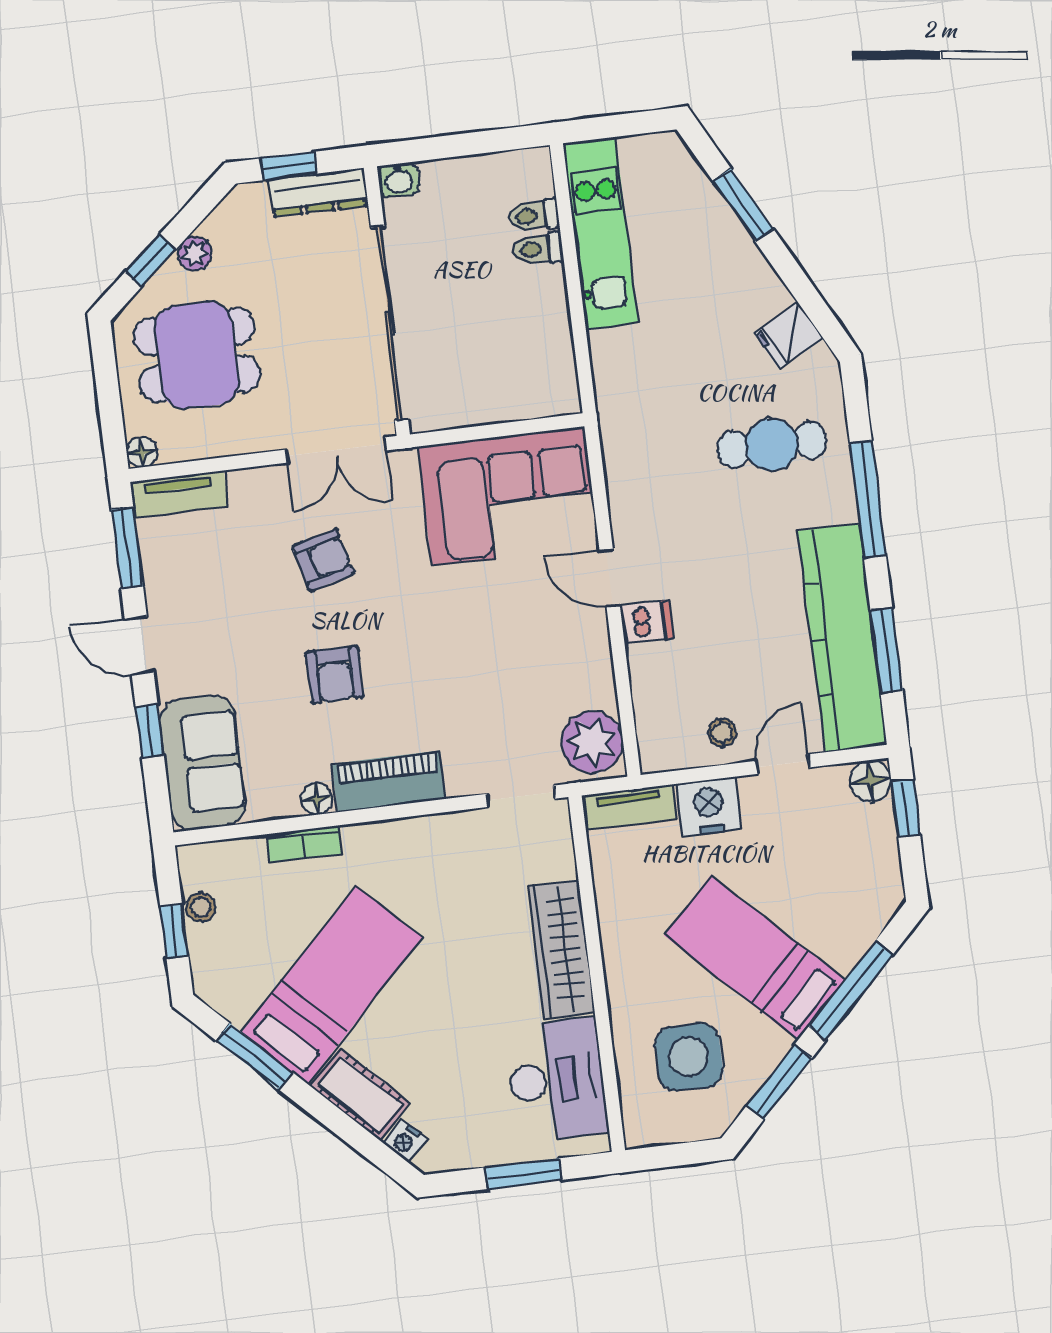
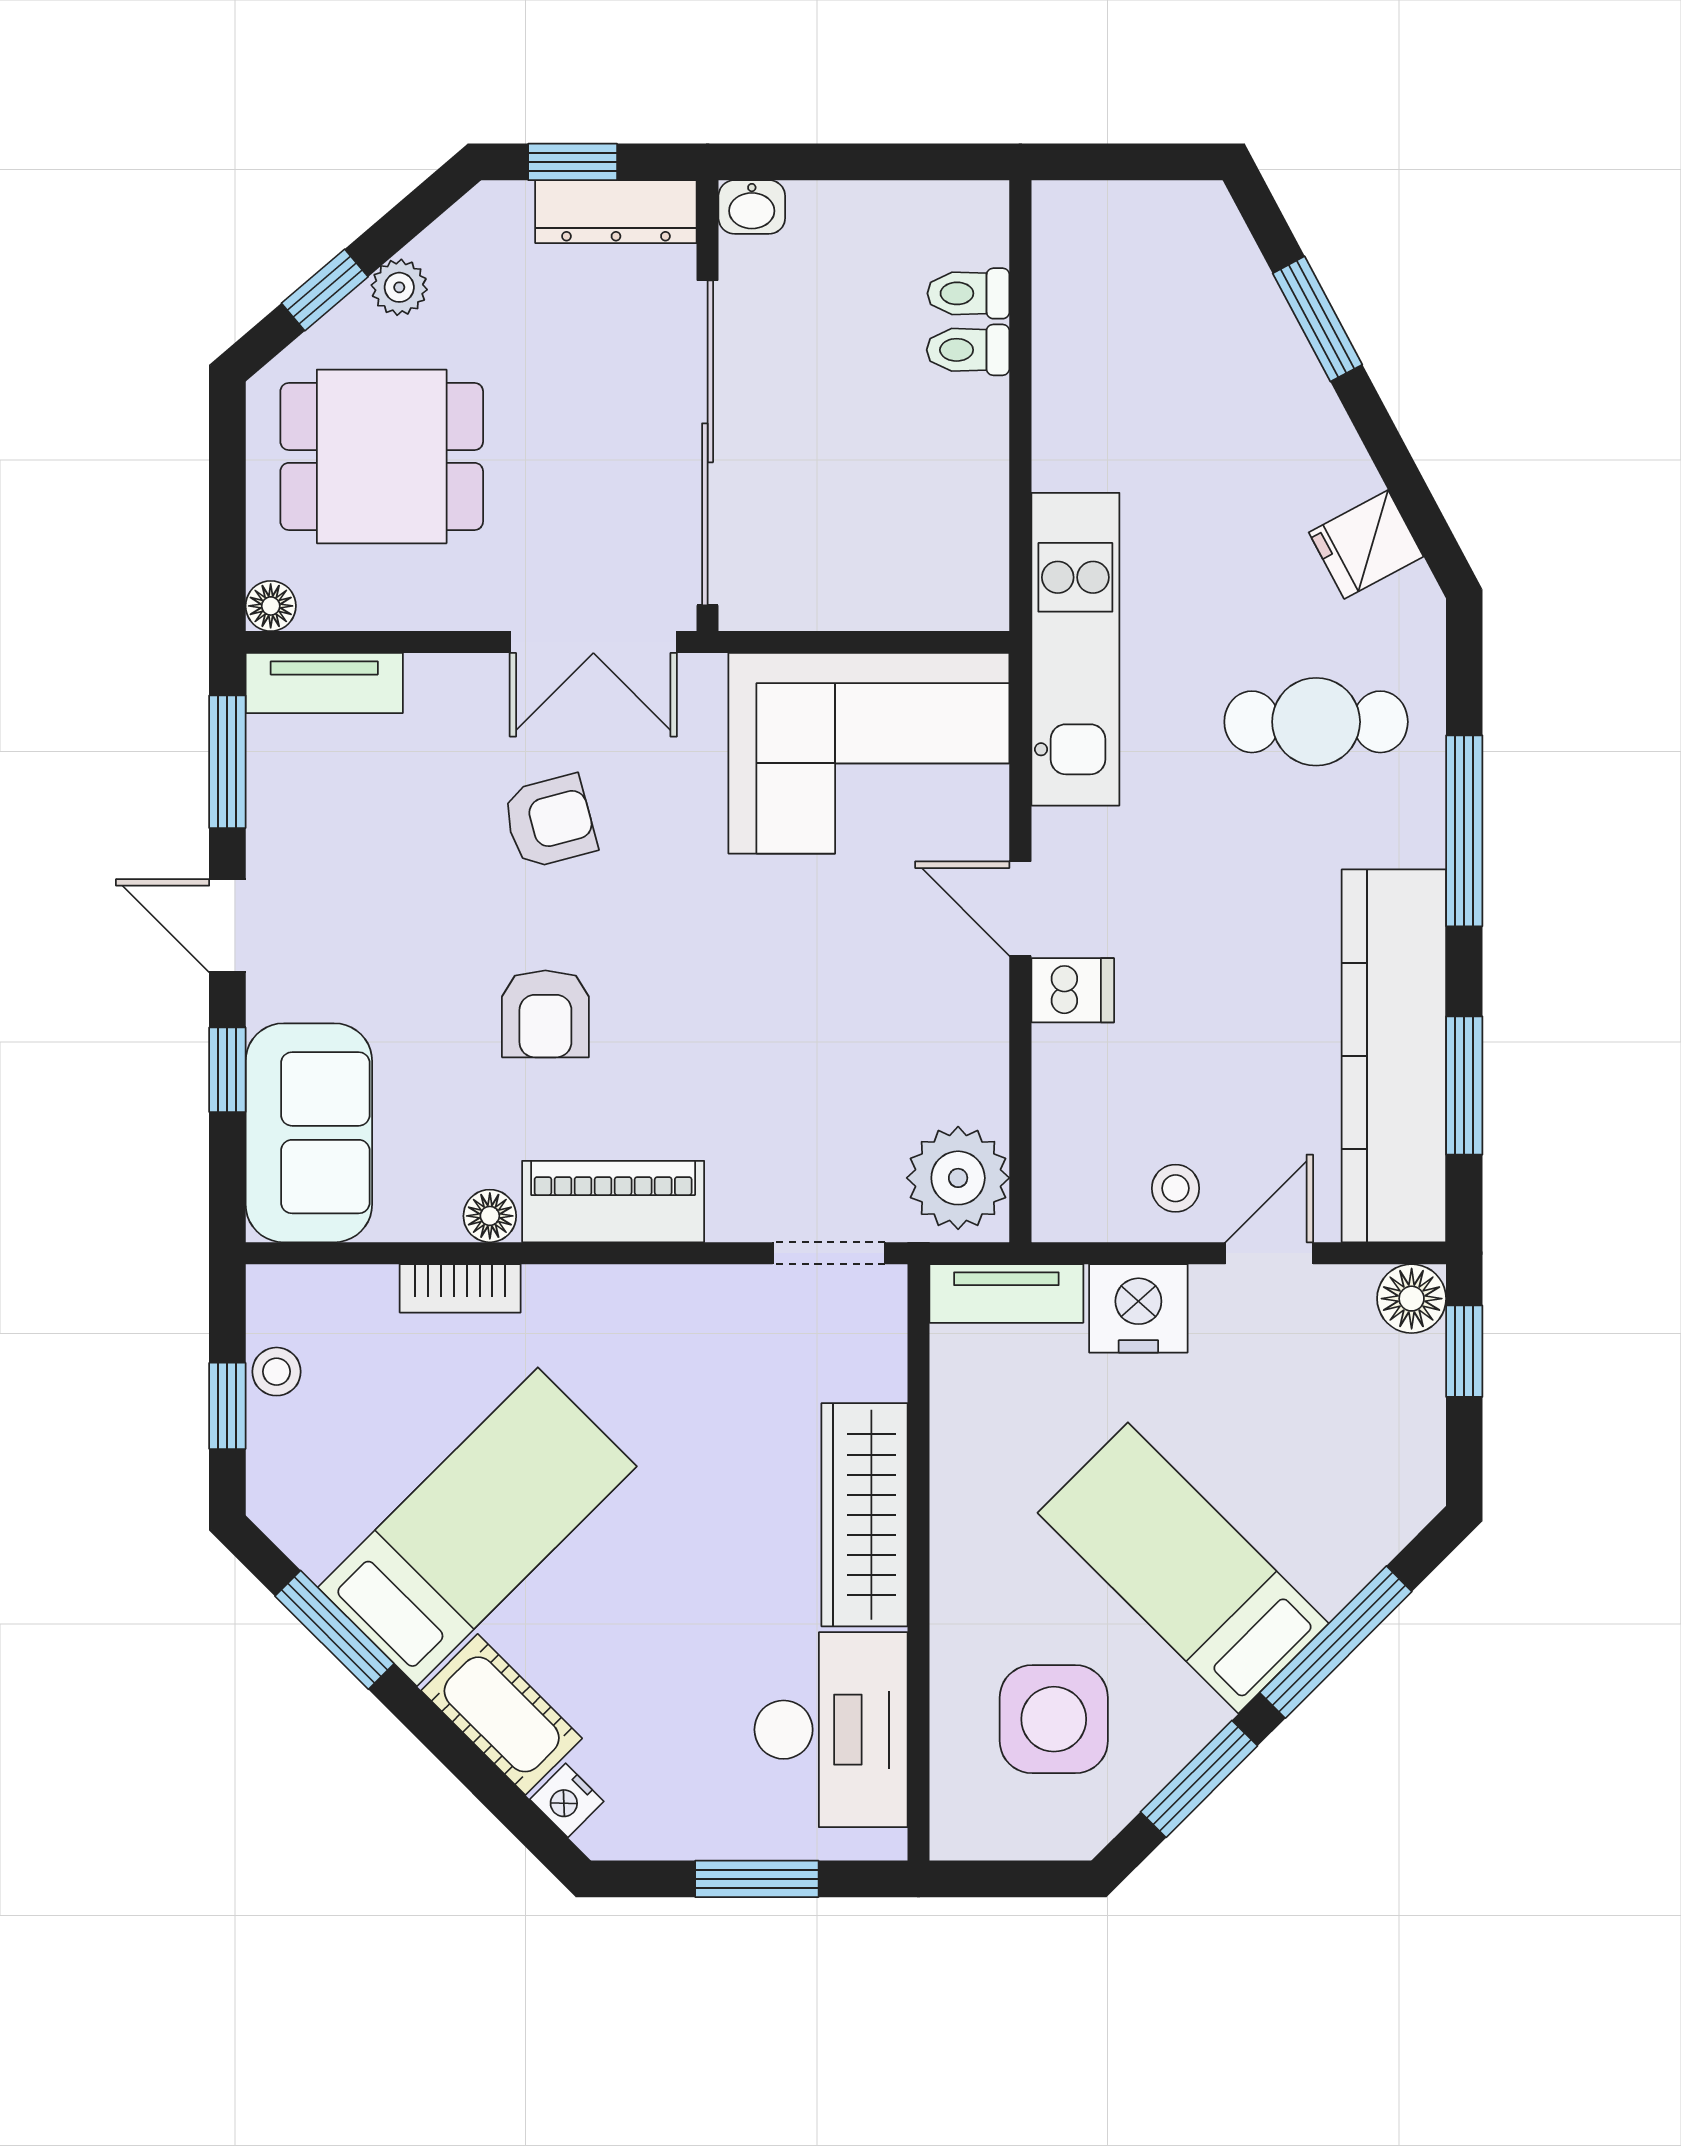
kitchen unit: (600, 233) -> (1075, 649), moved

